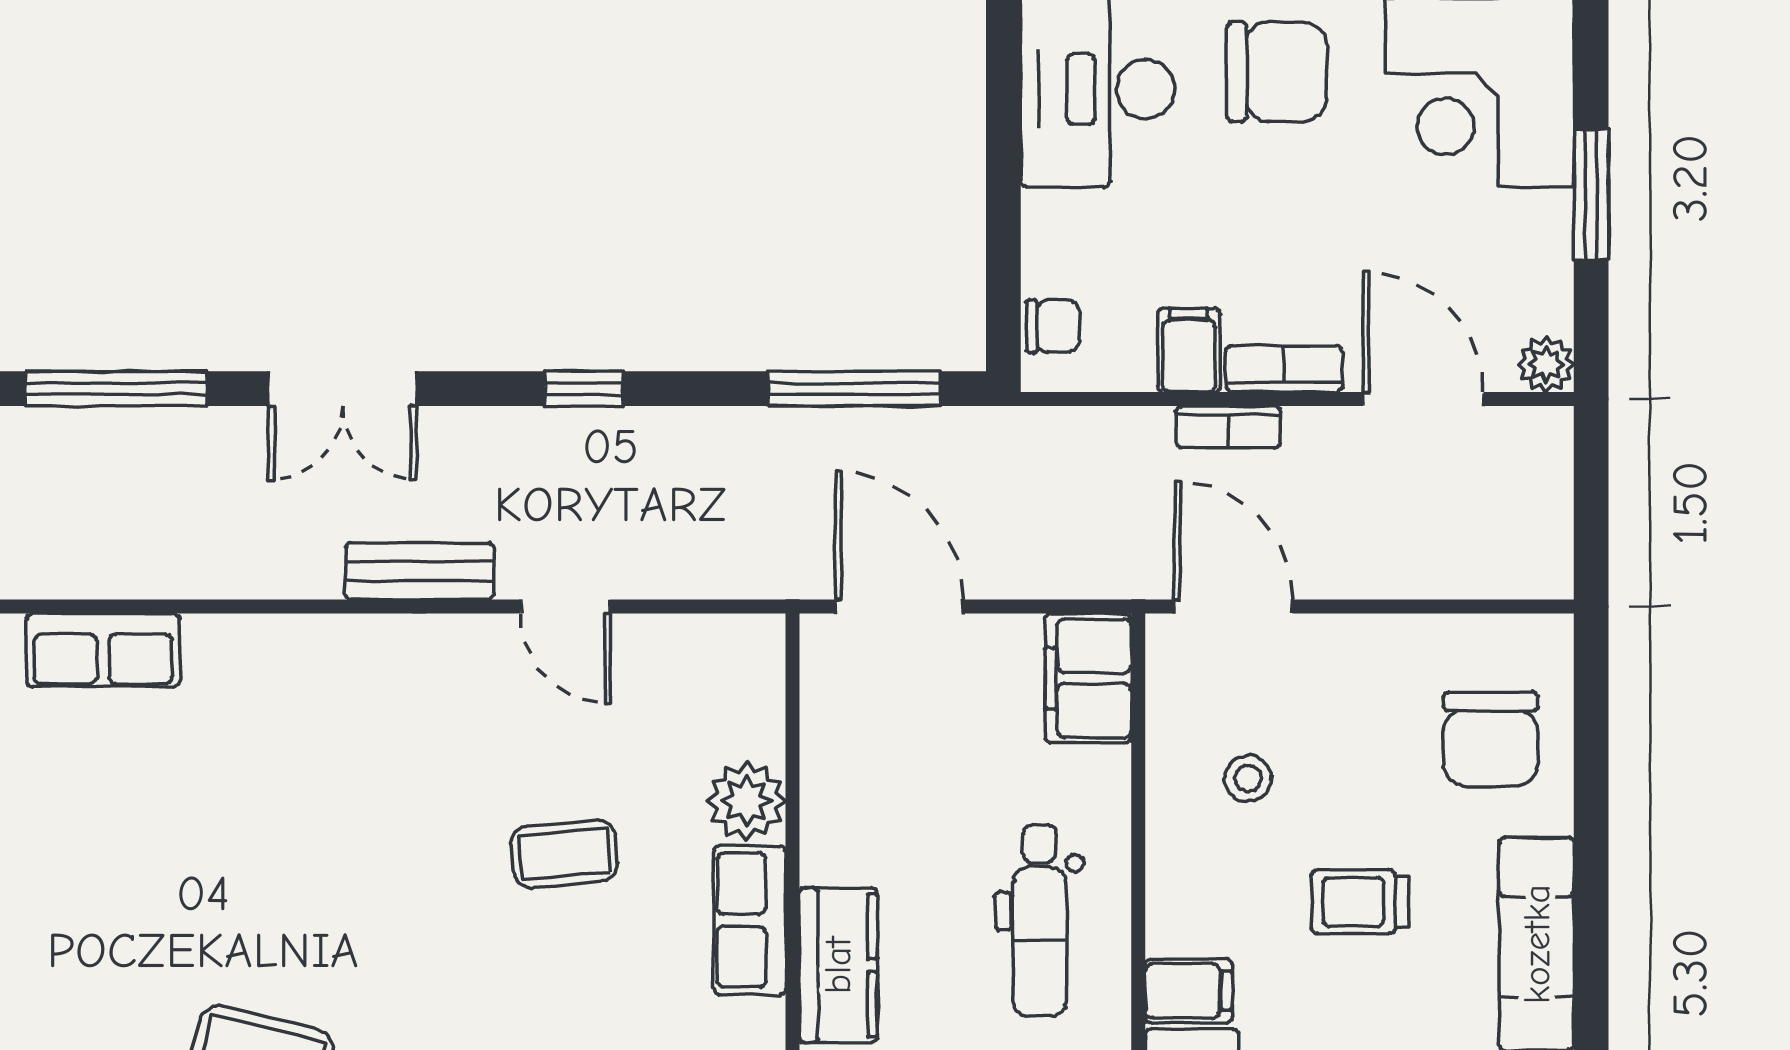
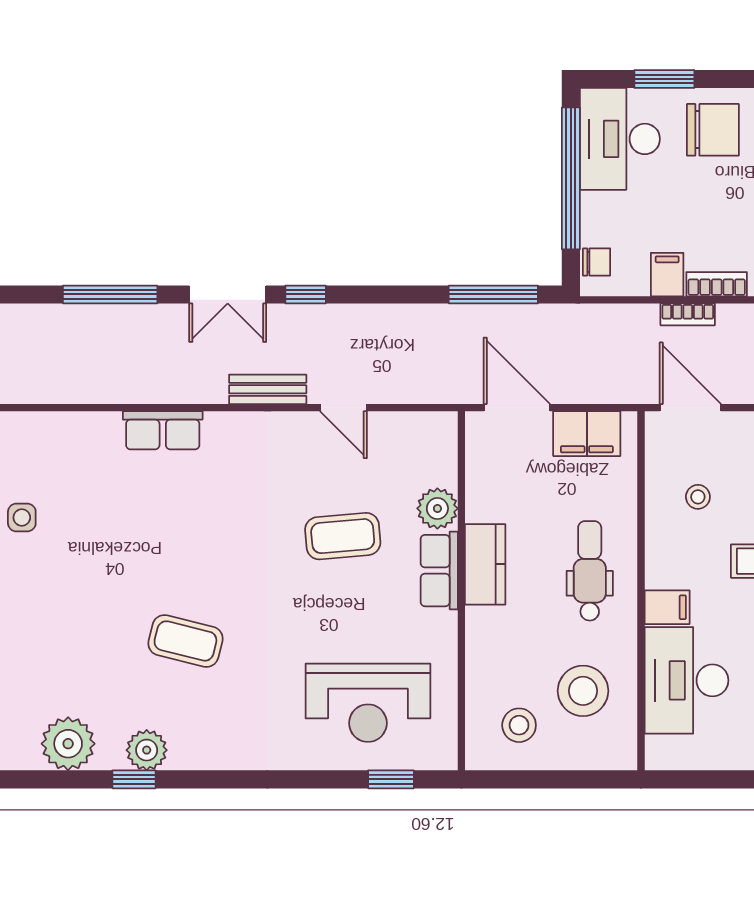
window: (1003, 165) -> (571, 178), added
window: (584, 389) -> (306, 294), moved
row of seats: (103, 650) -> (163, 430), moved
filing cabinet: (1088, 678) -> (587, 434), moved, turned -90
coffee table: (564, 854) -> (343, 536), width x1.36, depth x1.30
dental chair: (1040, 921) -> (590, 571), turned 180
kitchen counter: (838, 965) -> (485, 564), moved

